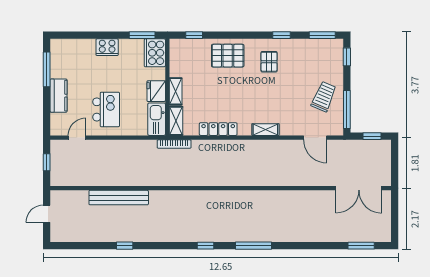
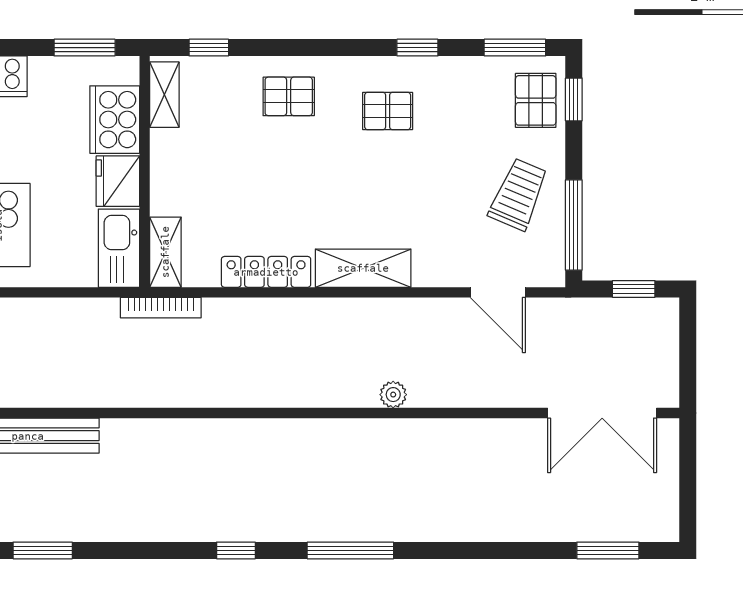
cooker: (155, 53) -> (115, 120), moved
pallet: (228, 56) -> (289, 96), width x0.67, depth x0.71
pallet: (331, 57) -> (536, 100), added
pallet: (269, 62) -> (388, 111), turned 90
shelving: (176, 91) -> (164, 95), moved
shelving: (265, 130) -> (363, 268), width x1.50, depth x1.33
plant: (271, 180) -> (393, 395), added
window: (125, 246) -> (43, 550), width x1.50

